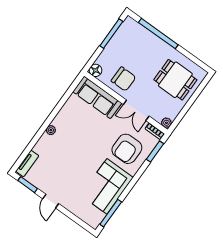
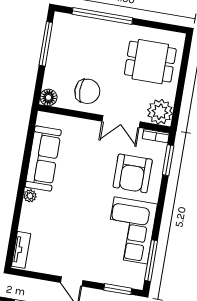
sofa: (97, 97) -> (43, 159), moved, turned -90
plant: (166, 123) -> (160, 112), width x1.88, depth x1.88
window: (28, 185) -> (118, 289), moved

